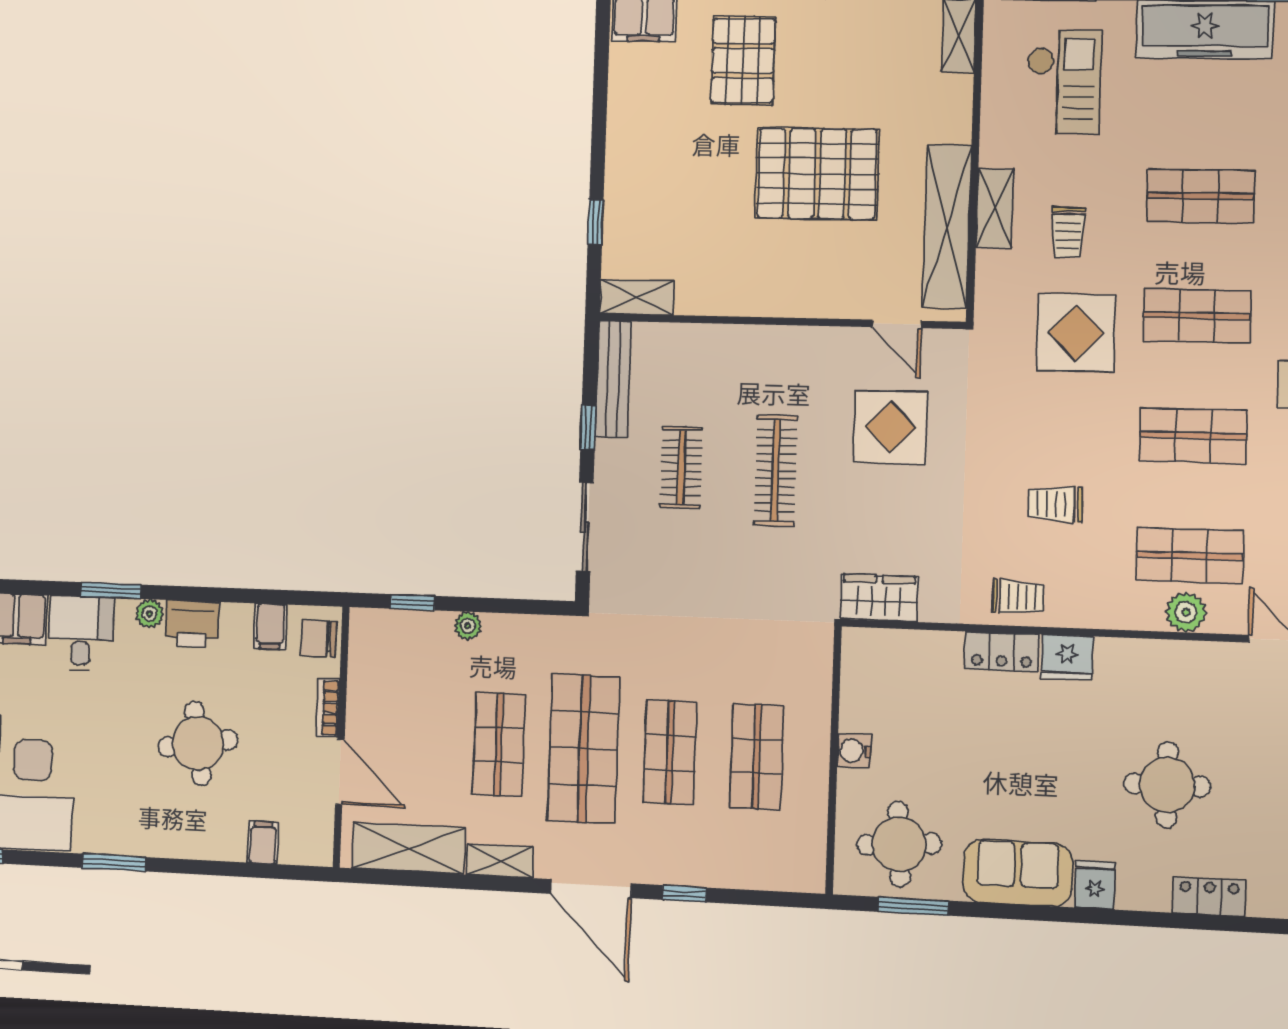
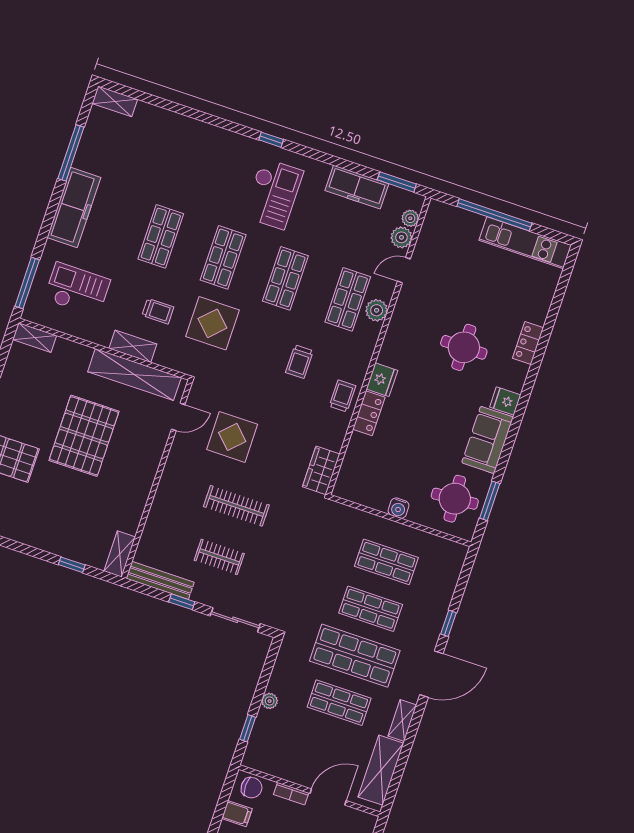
chair: (319, 638) -> (252, 788), turned -90

